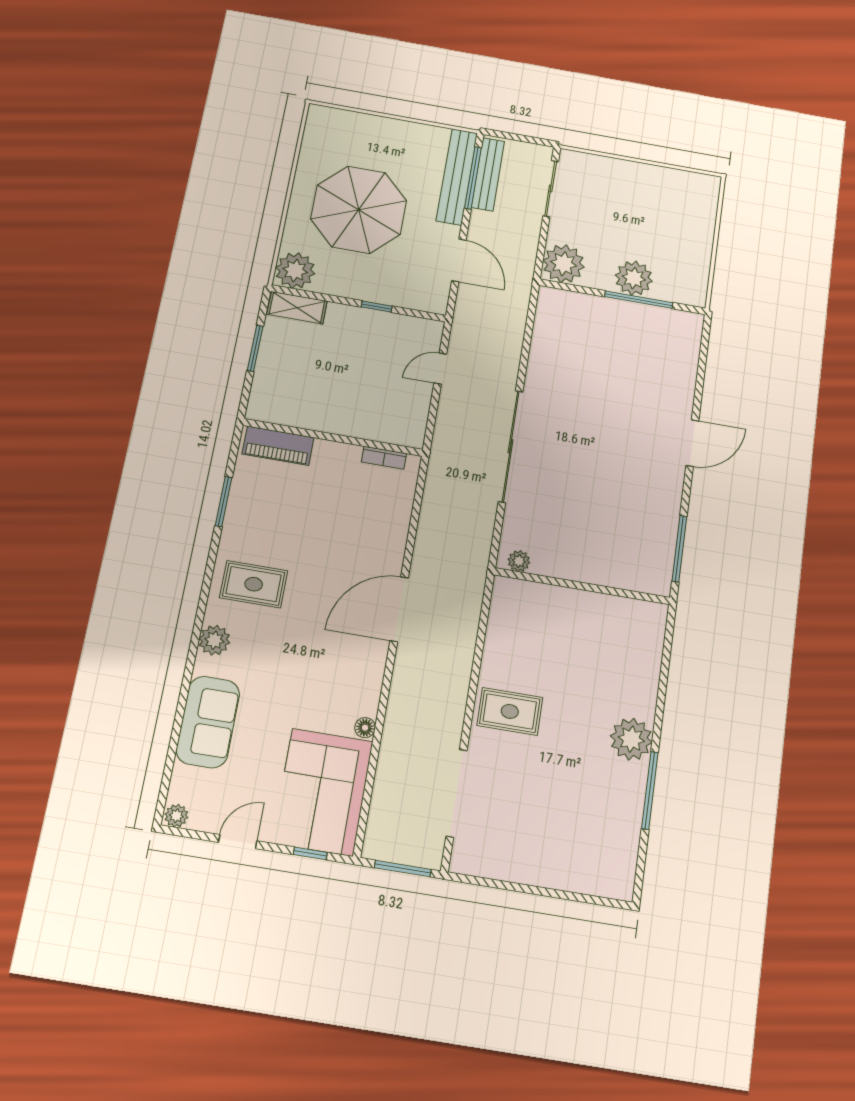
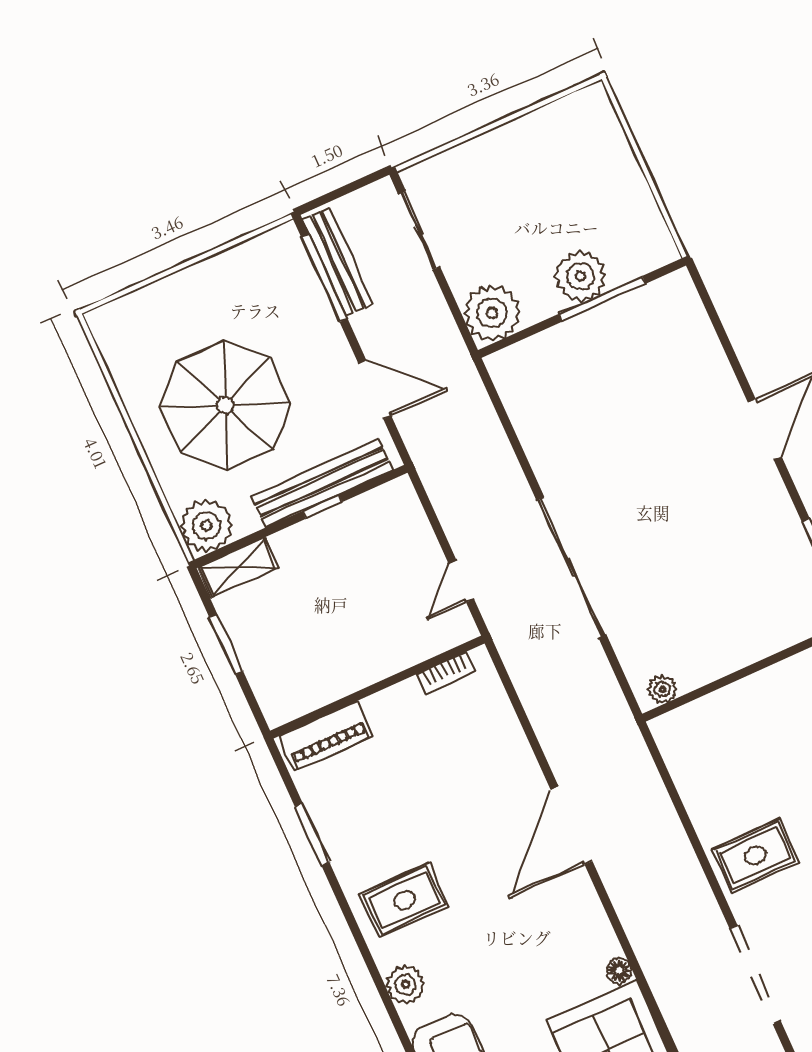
bench: (457, 177) -> (322, 483), moved, turned 90
door: (440, 369) -> (461, 581), moved

